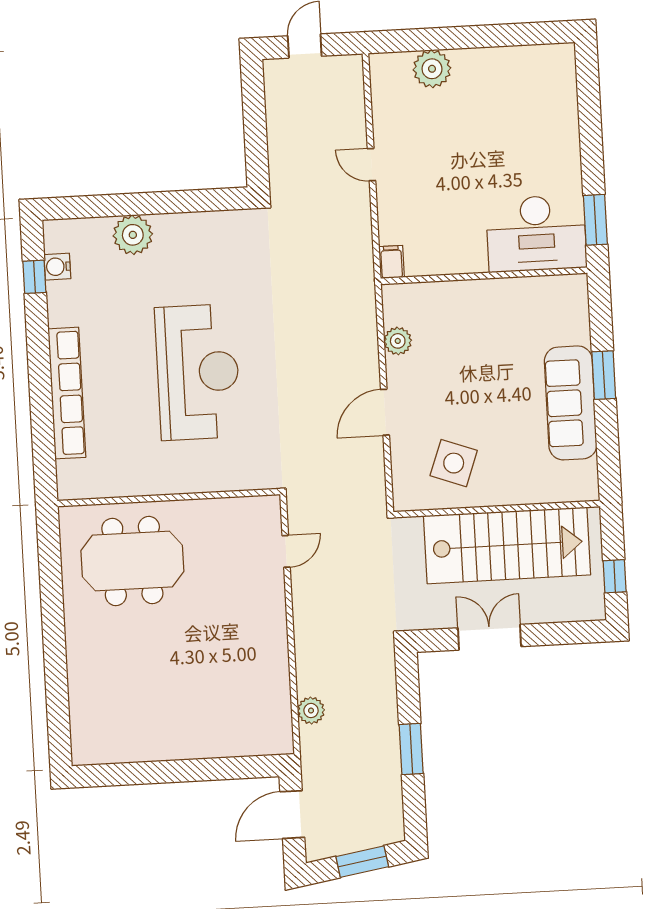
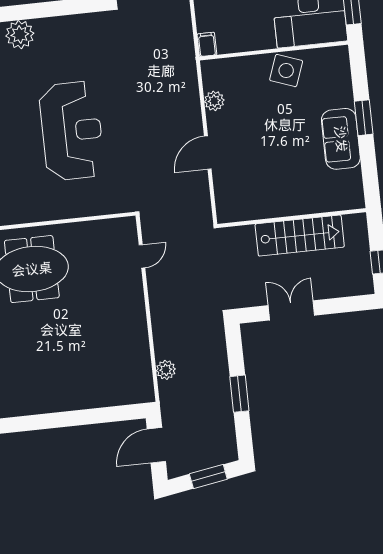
sofa: (571, 403) -> (341, 139), width x0.73
side table: (454, 463) -> (286, 71), moved
stairs: (507, 545) -> (300, 235), width x0.73, depth x0.66

